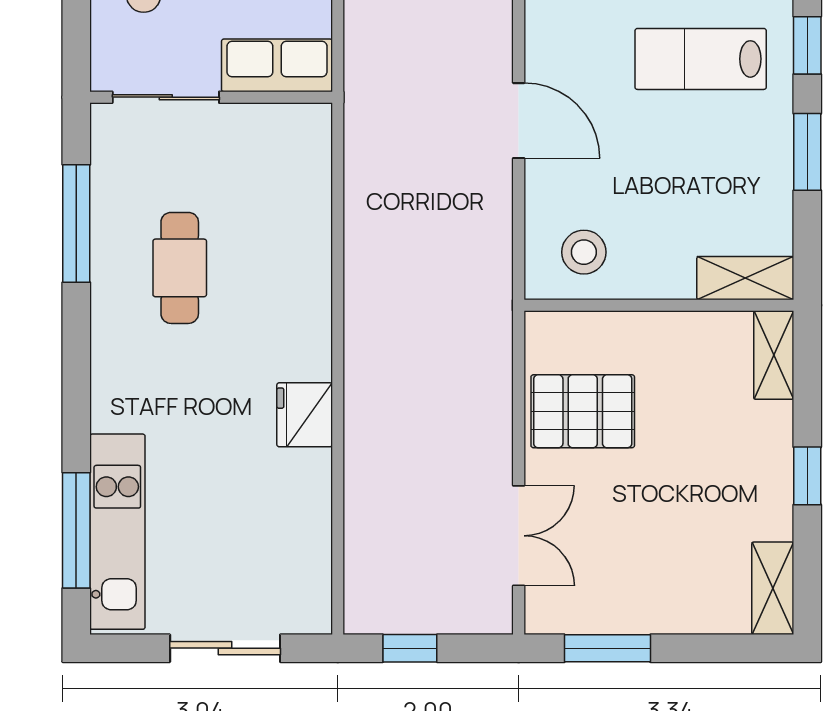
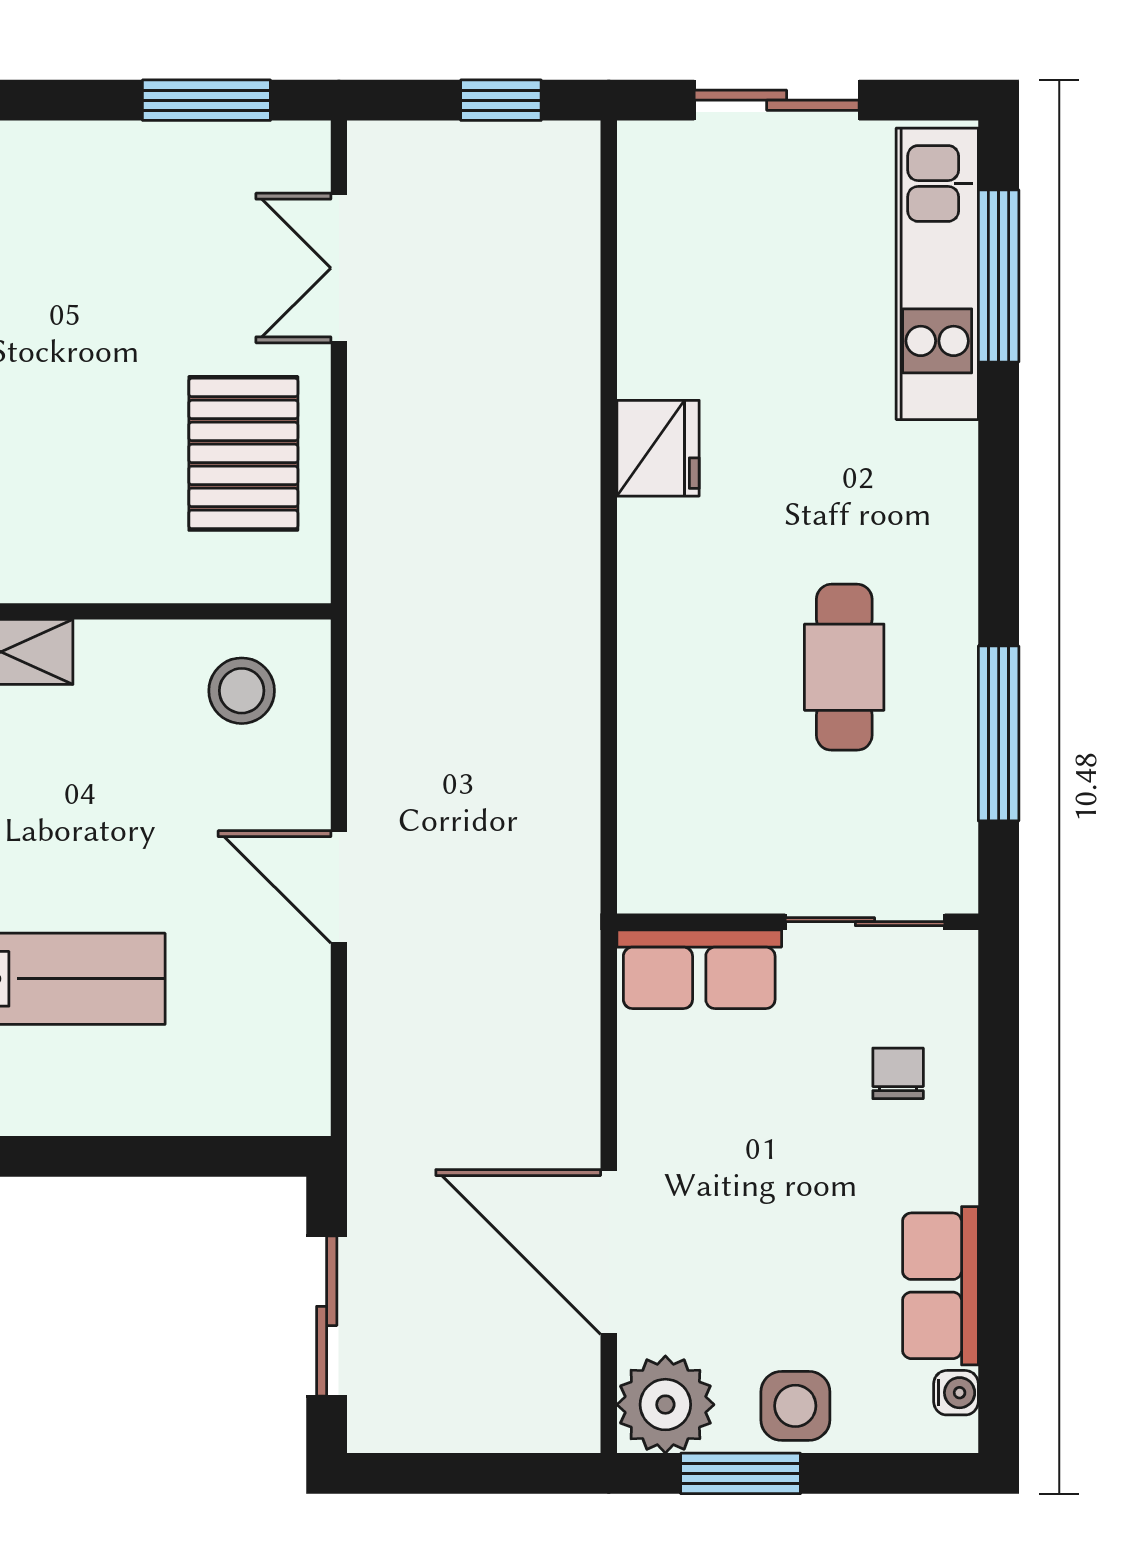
pallet: (583, 411) -> (243, 453), turned 90

